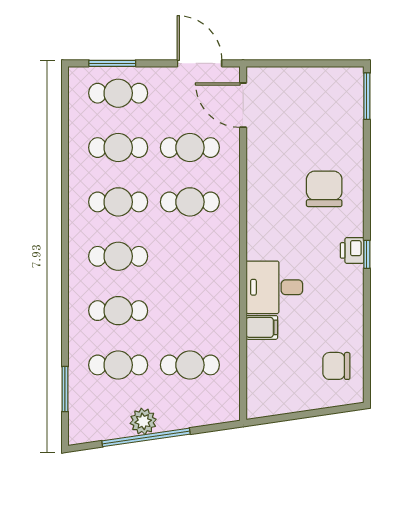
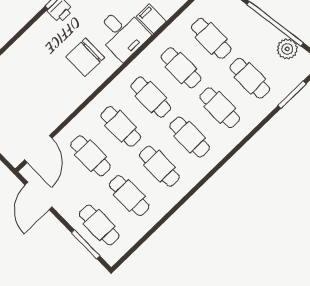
chair: (324, 189) -> (85, 57), moved
cafe table: (190, 256) -> (151, 97), added
cafe table: (190, 311) -> (181, 68), added
plant: (143, 421) -> (287, 49), moved

